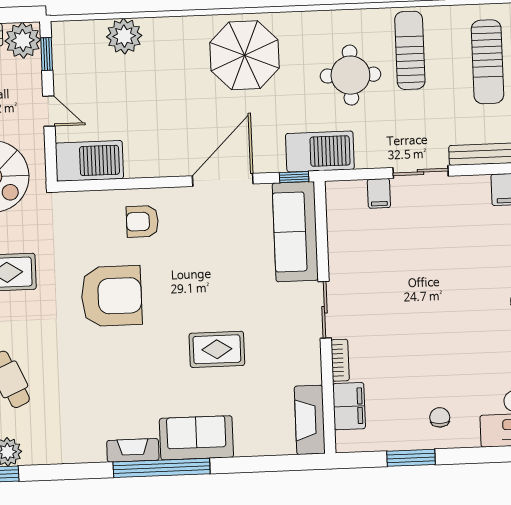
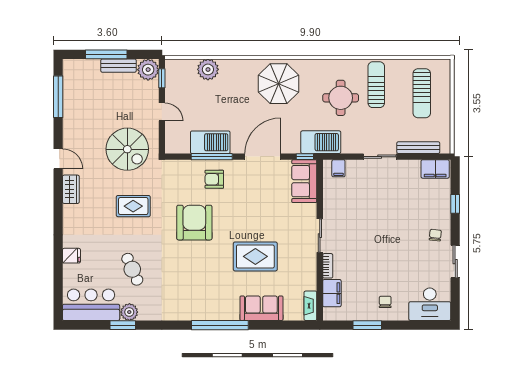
barbecue: (89, 161) -> (210, 142), moved
window: (137, 183) -> (212, 157), added
filing cabinet: (379, 193) -> (338, 168), moved
sofa: (295, 232) -> (304, 181), width x0.73
armchair: (111, 296) -> (194, 223), turned -90
rug: (217, 349) -> (255, 256), width x1.36, depth x1.43
fireplace: (310, 420) -> (310, 306), width x0.73, depth x0.76
sofa: (196, 438) -> (261, 308), moved
fireplace: (133, 450) -> (203, 314), removed

